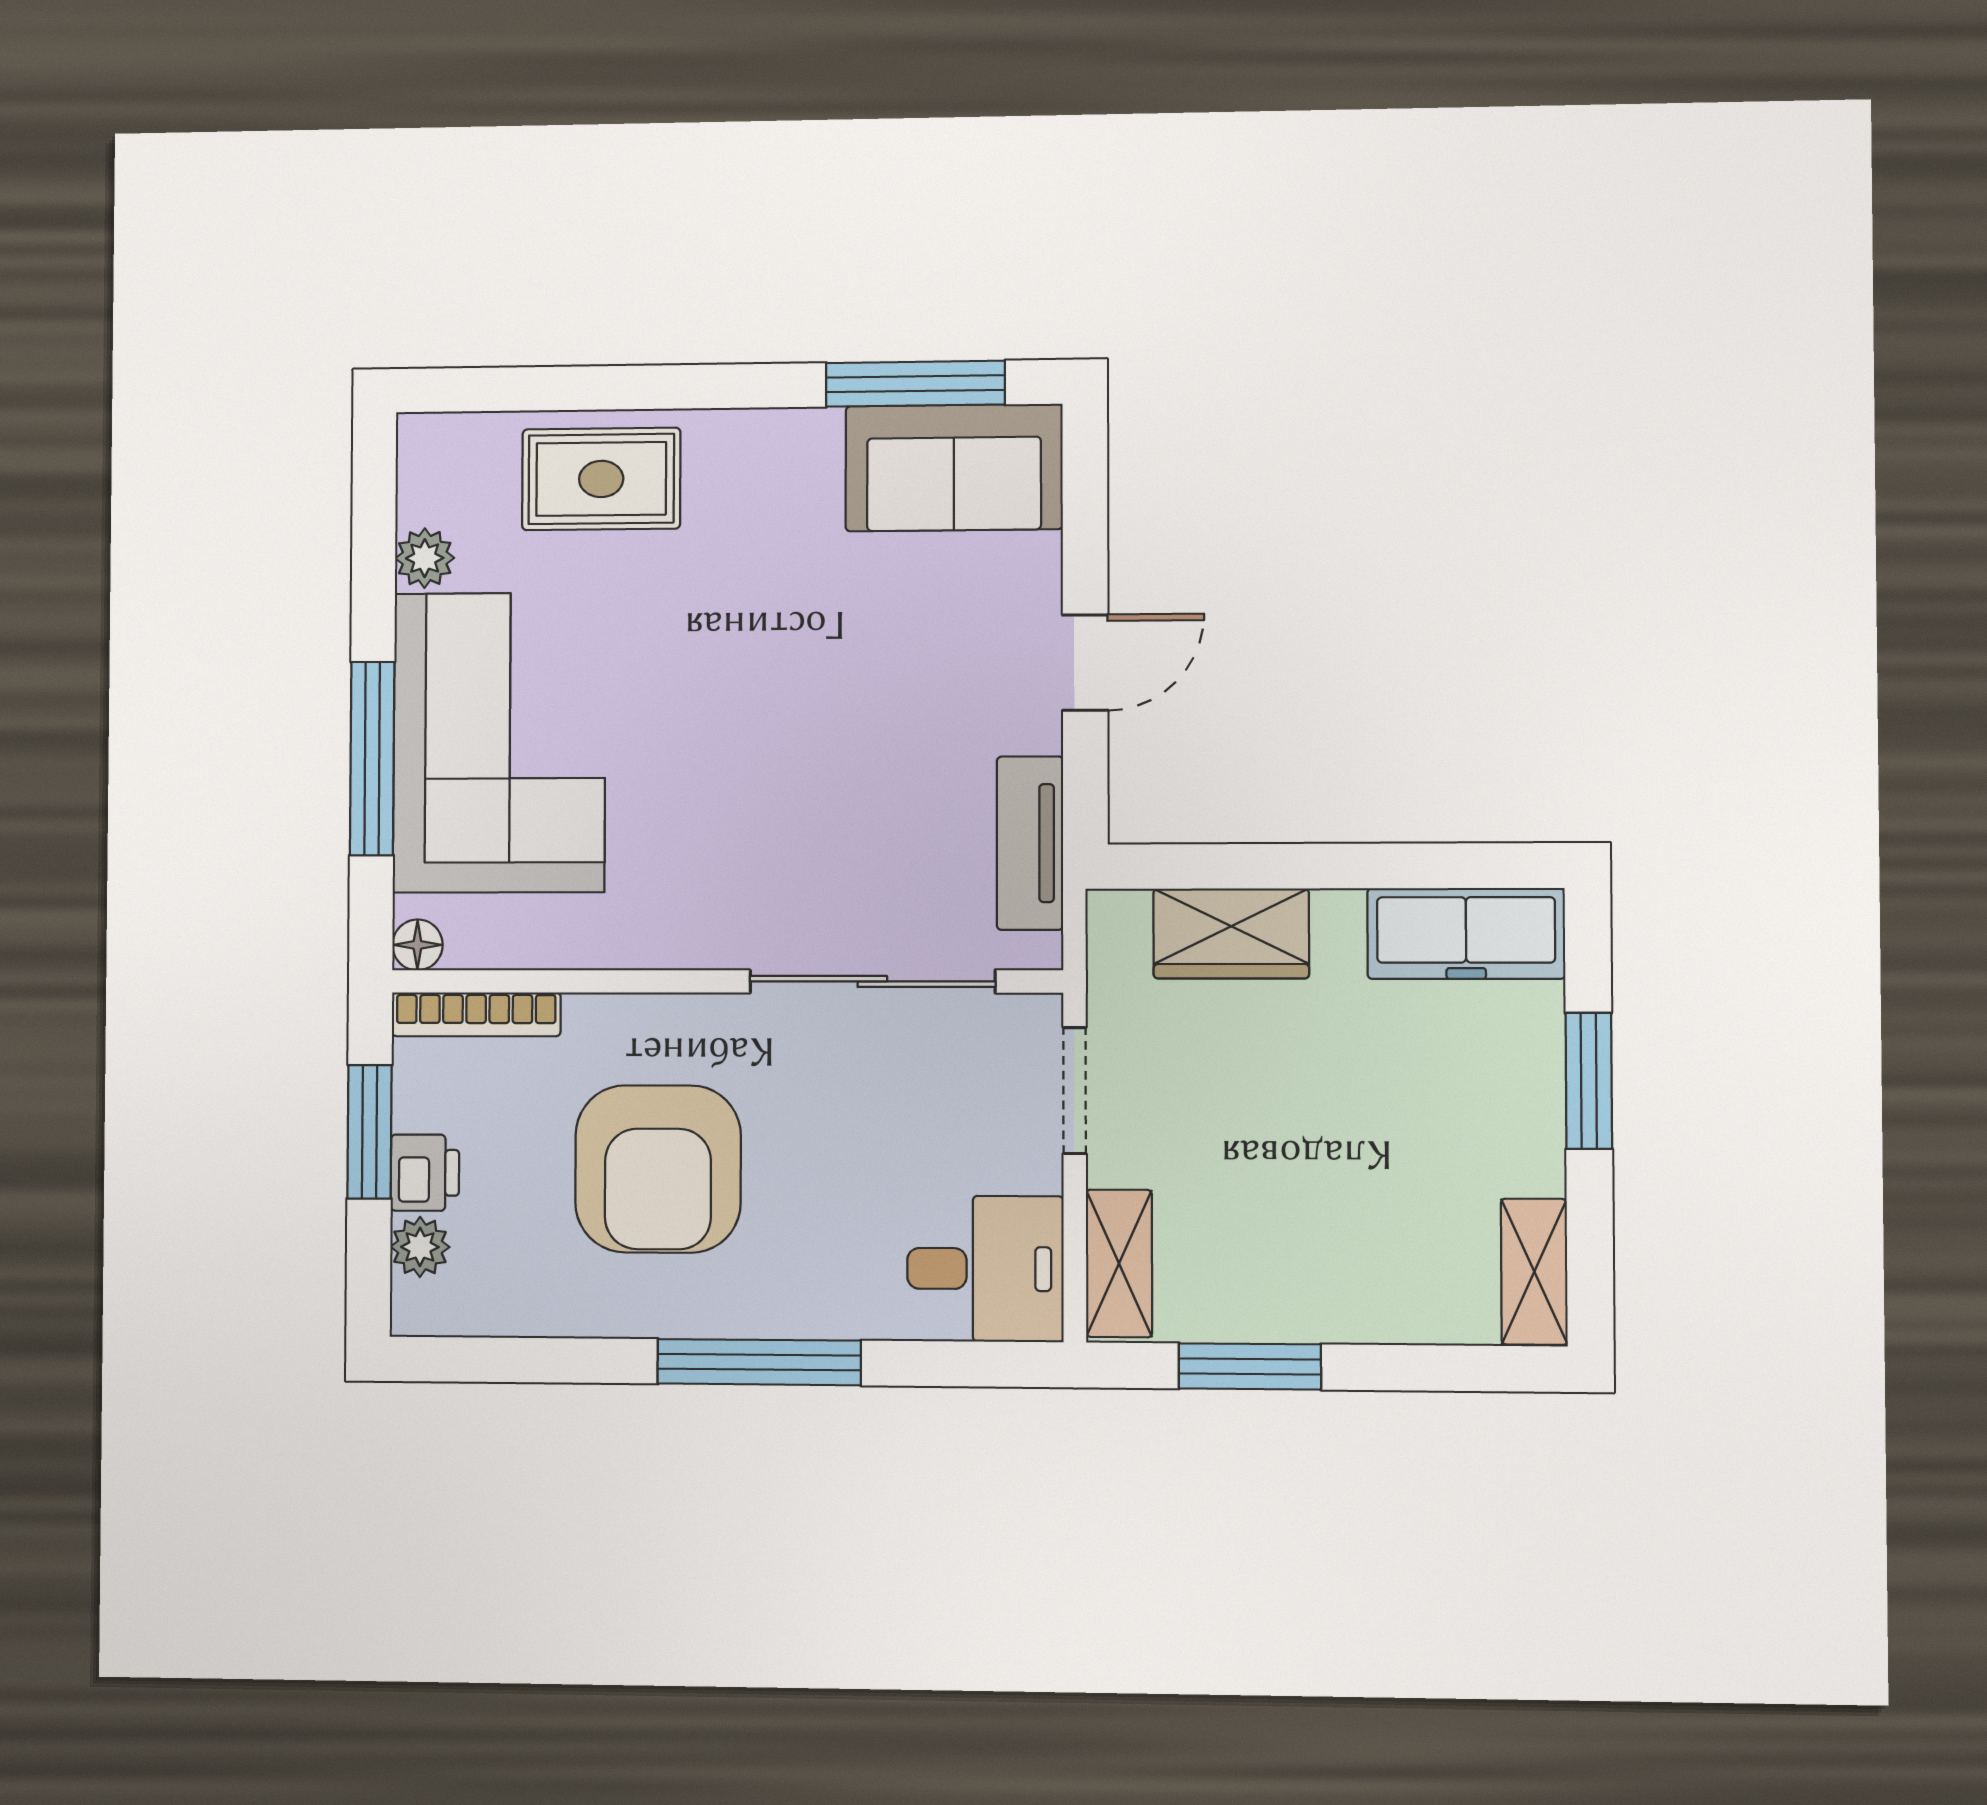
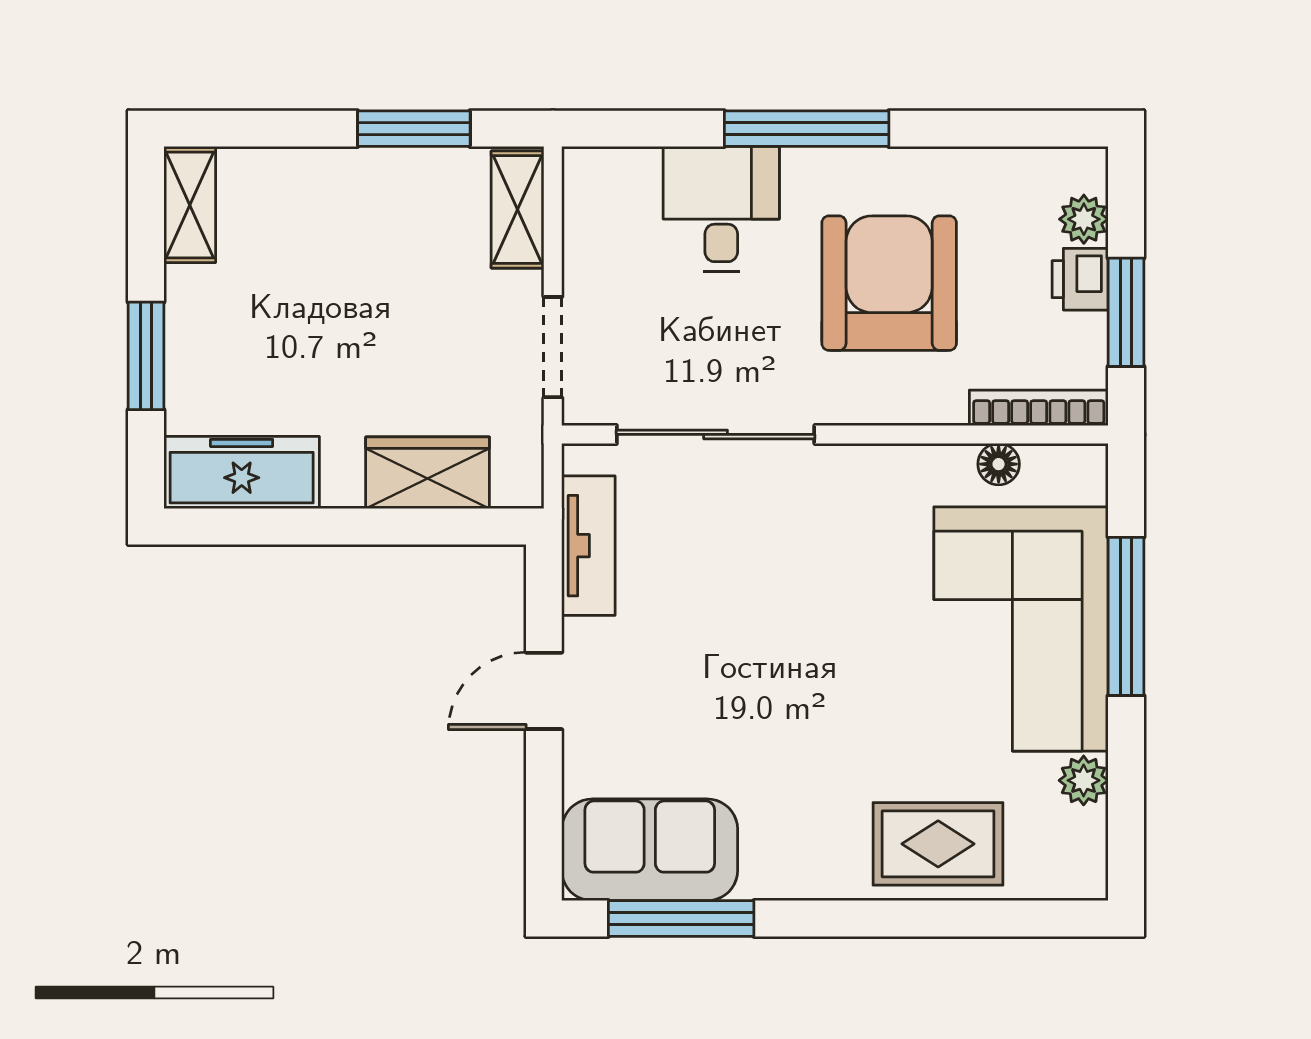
floor lamp: (417, 945) -> (999, 464), moved
desk: (985, 1269) -> (721, 209), moved, turned 90

